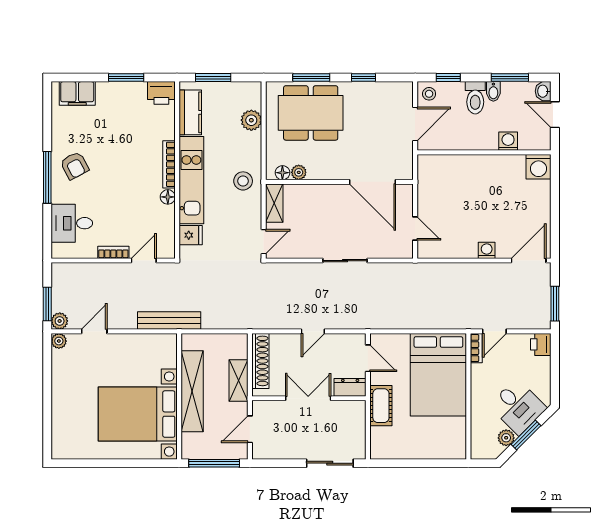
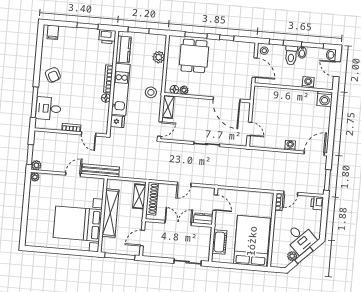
filing cabinet: (77, 93) -> (53, 32), width x0.50
dining table: (311, 113) -> (194, 56), width x0.73
door: (415, 124) -> (255, 68), hinge flipped
window: (47, 177) -> (34, 102), moved
door: (144, 261) -> (89, 134), swing flipped
door: (94, 331) -> (73, 174), moved
bed: (438, 375) -> (252, 241), moved, turned 180
shelving: (239, 381) -> (139, 196), moved
cot: (381, 406) -> (219, 242), moved

